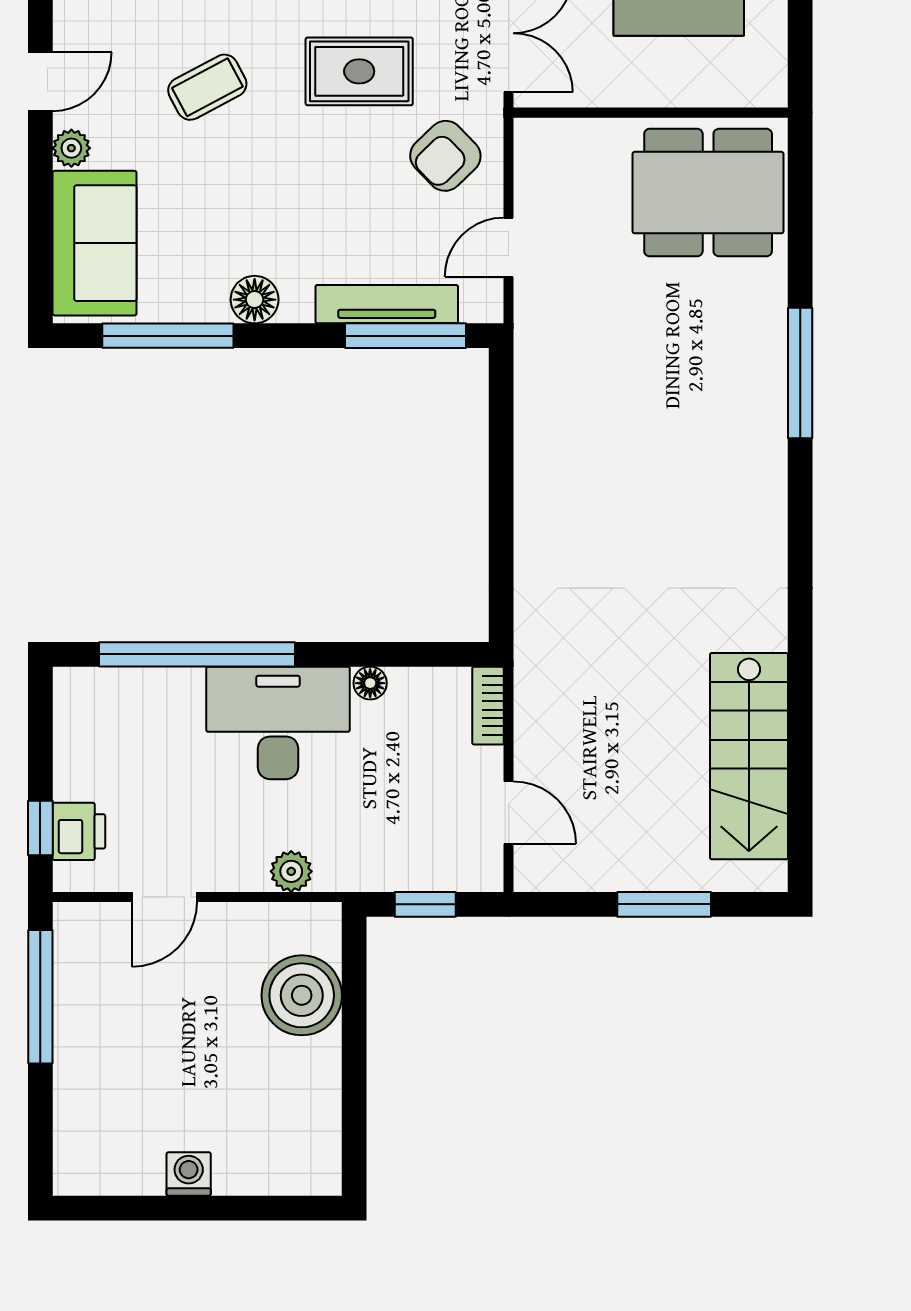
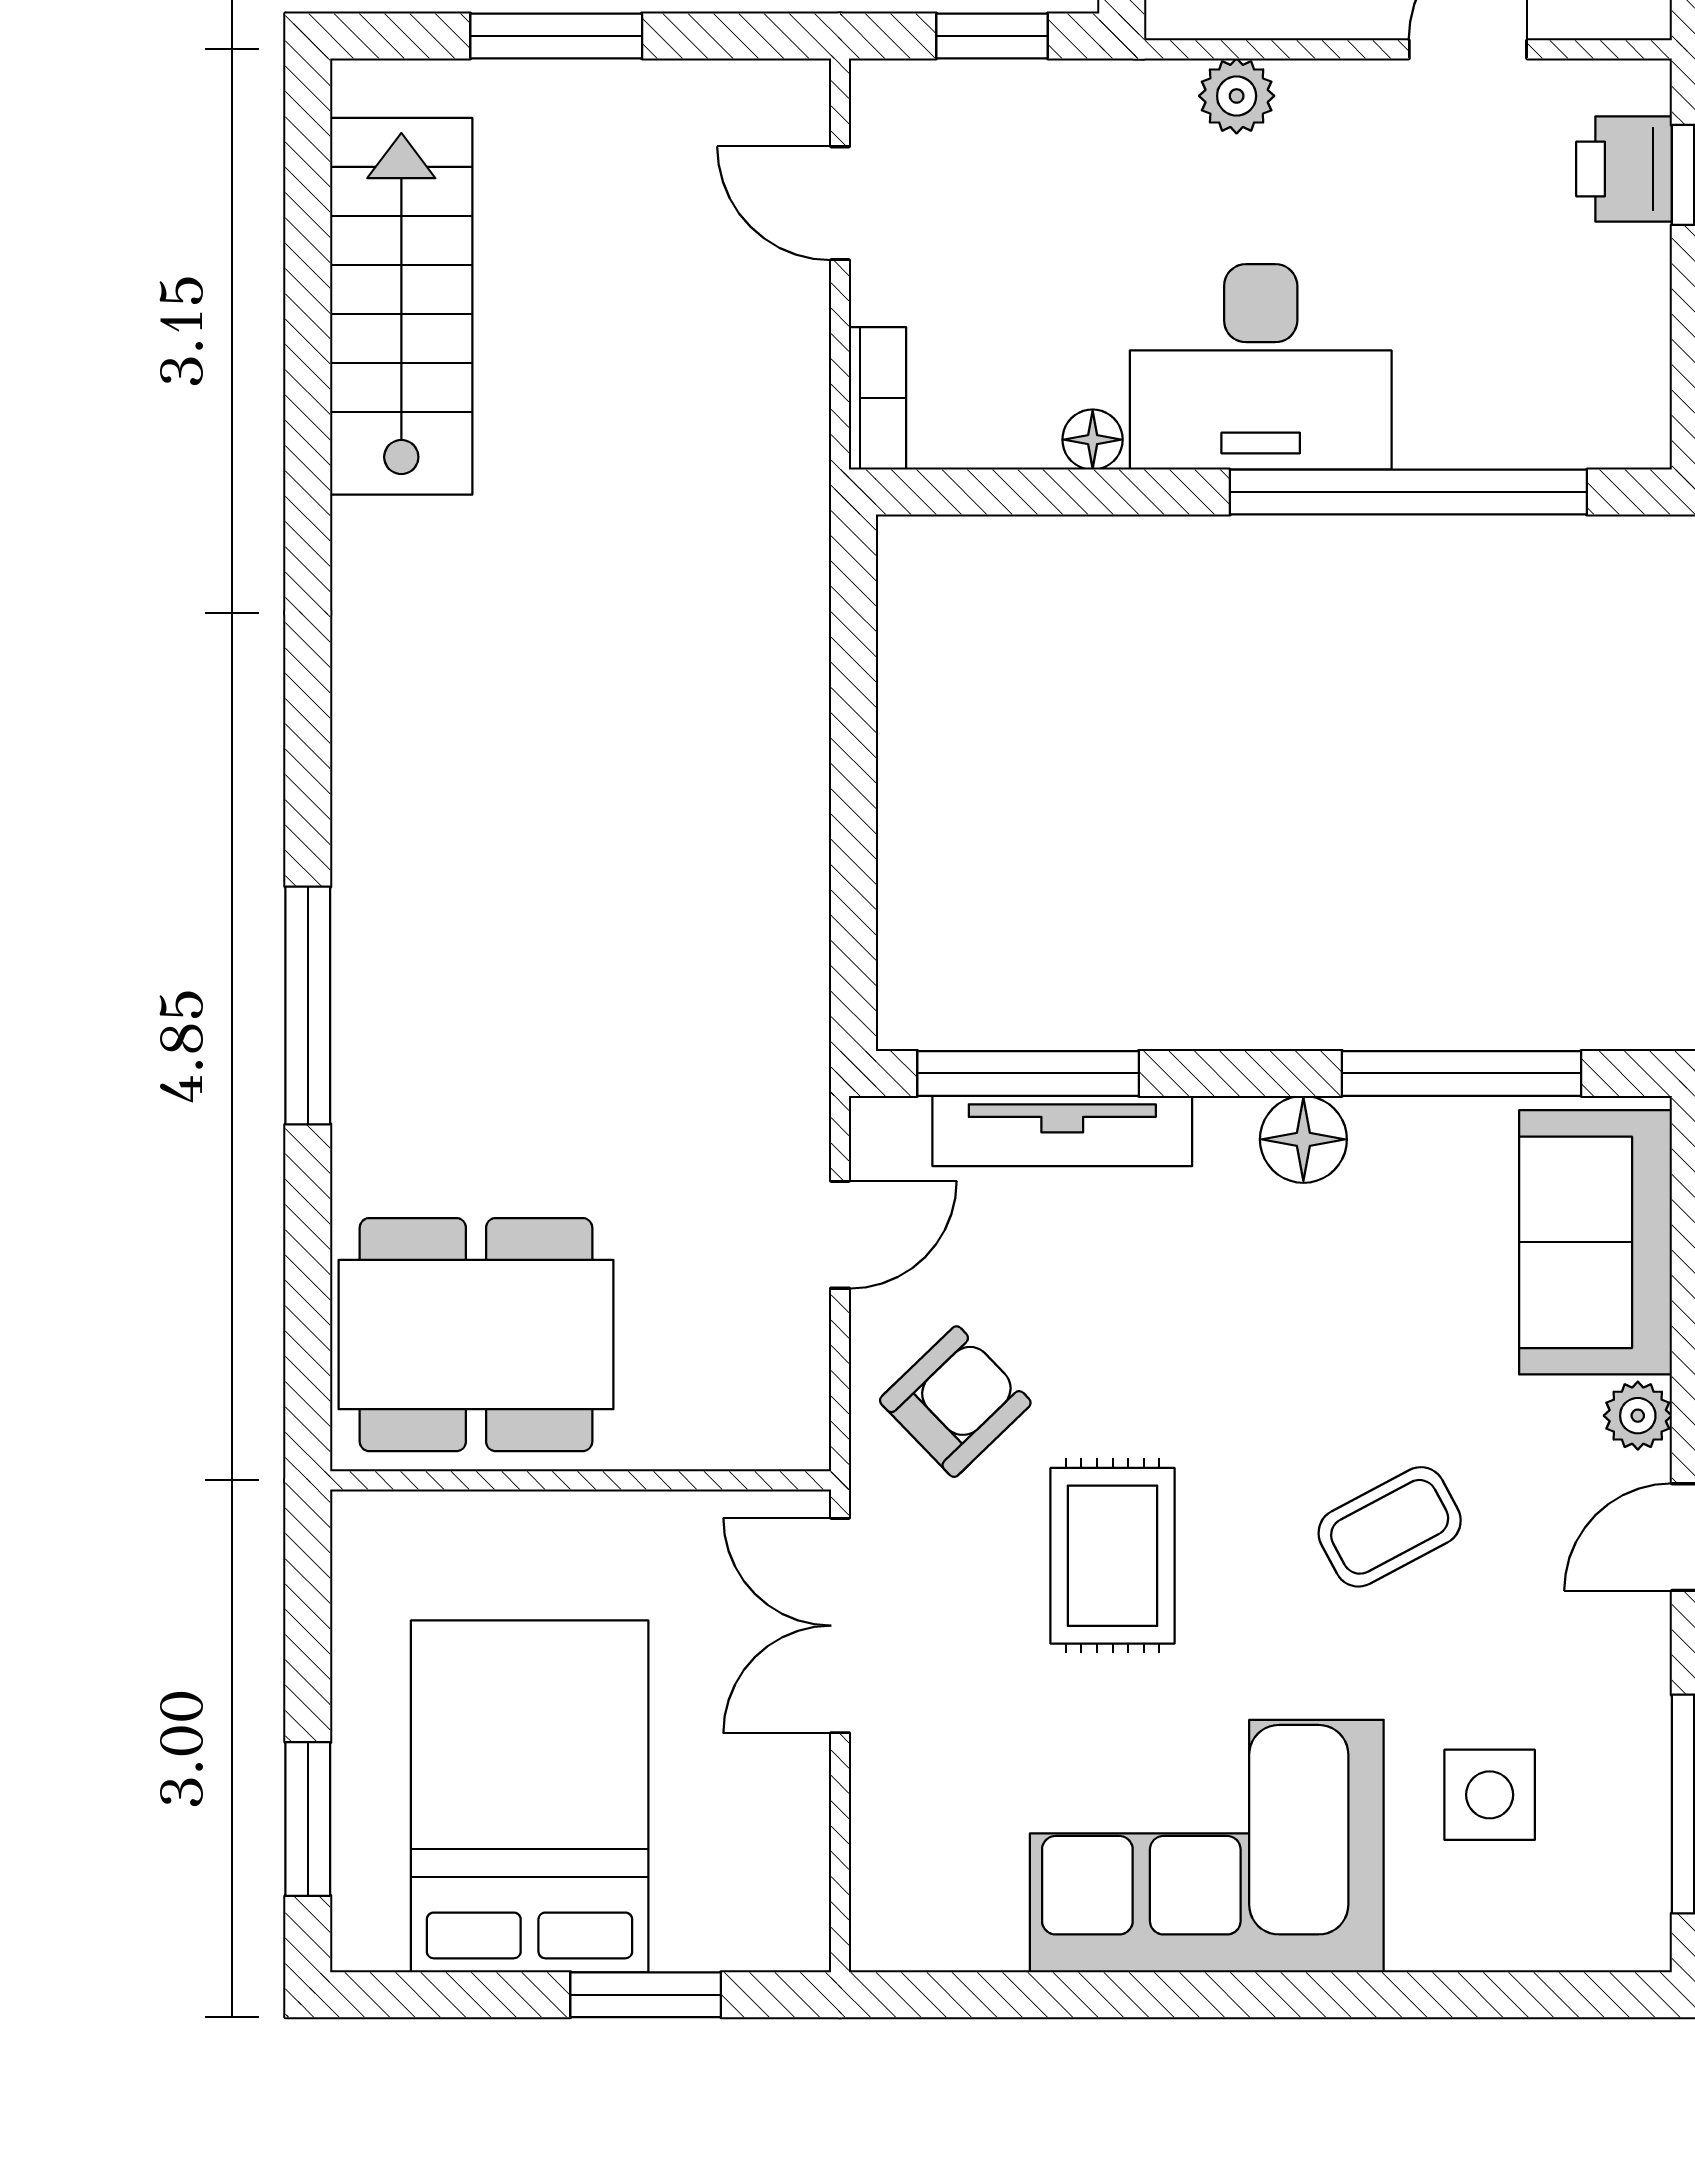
rug: (359, 71) -> (1113, 1556), turned 90

